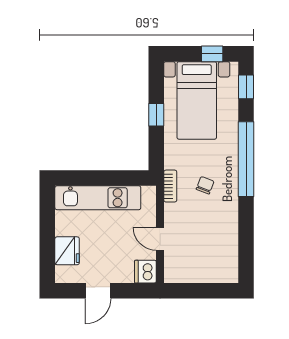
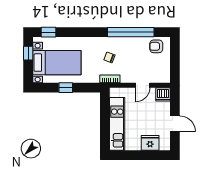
window: (246, 159) -> (131, 32), moved
armchair: (223, 261) -> (156, 46), added

